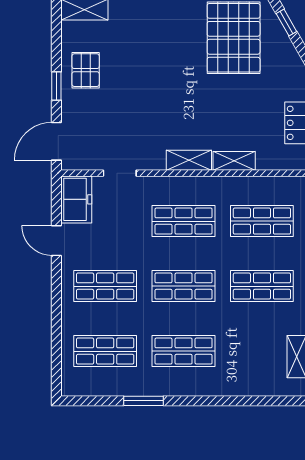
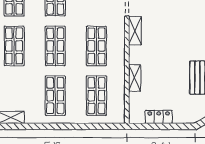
shelving: (189, 160) -> (135, 31), moved

